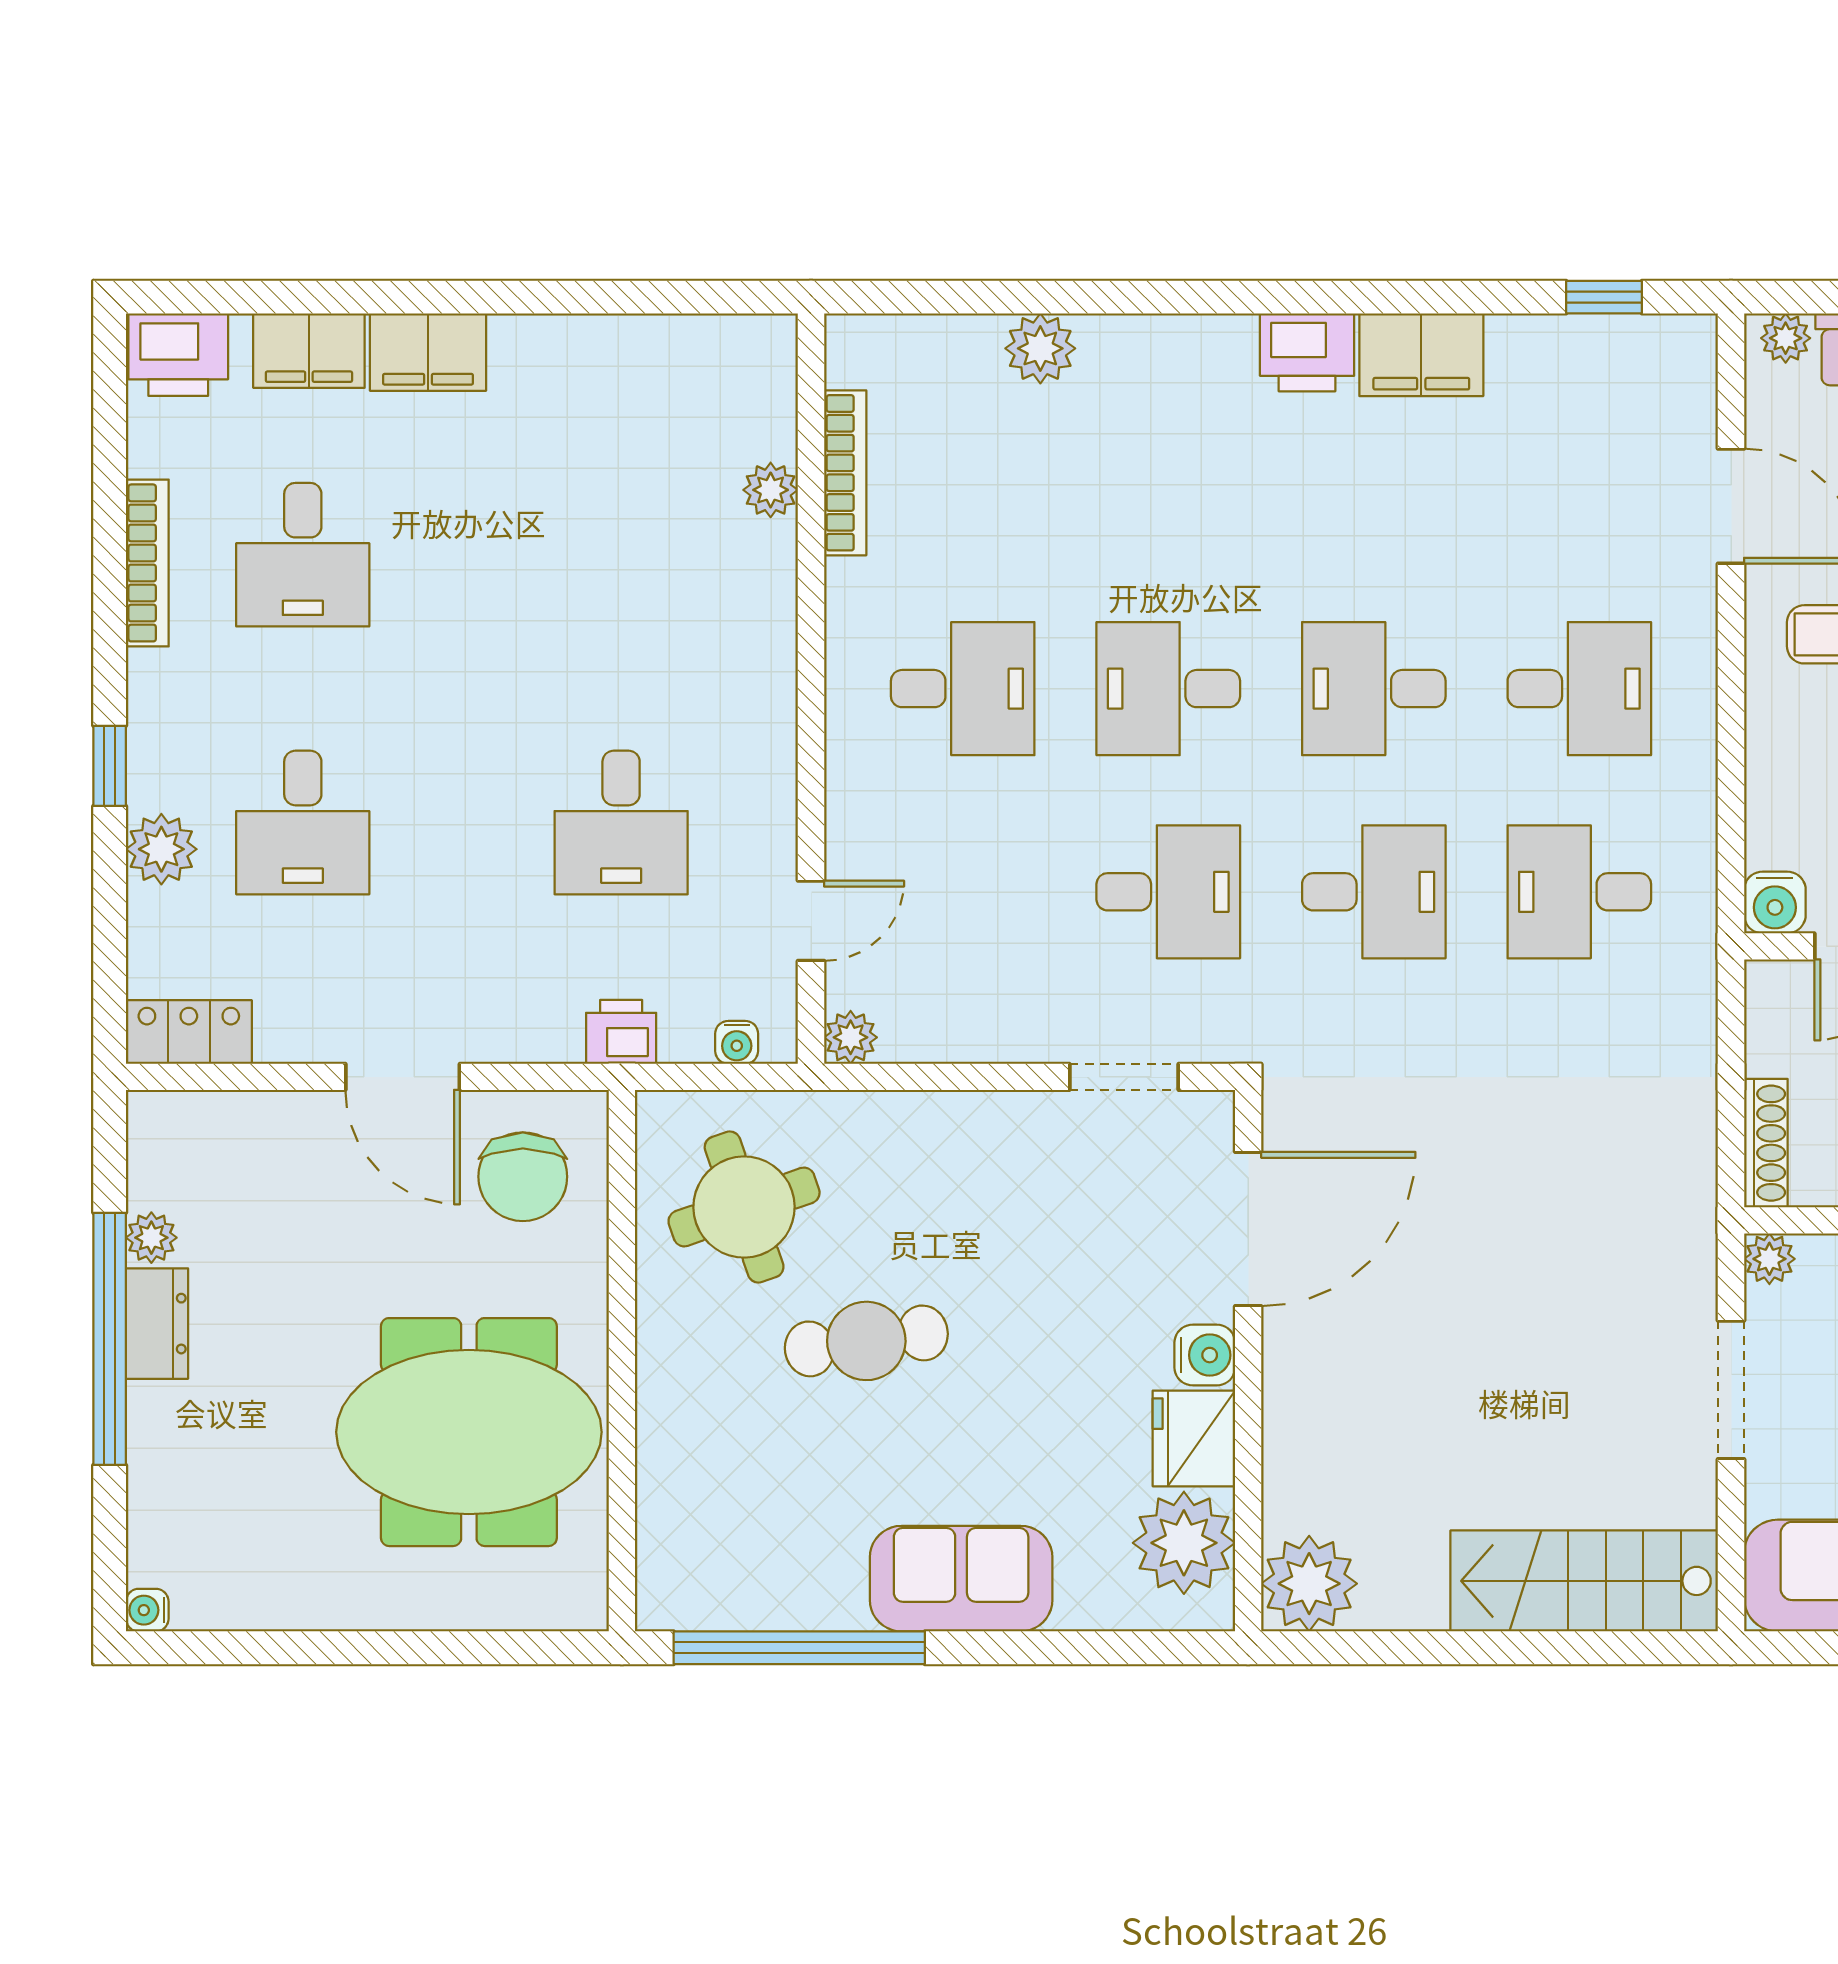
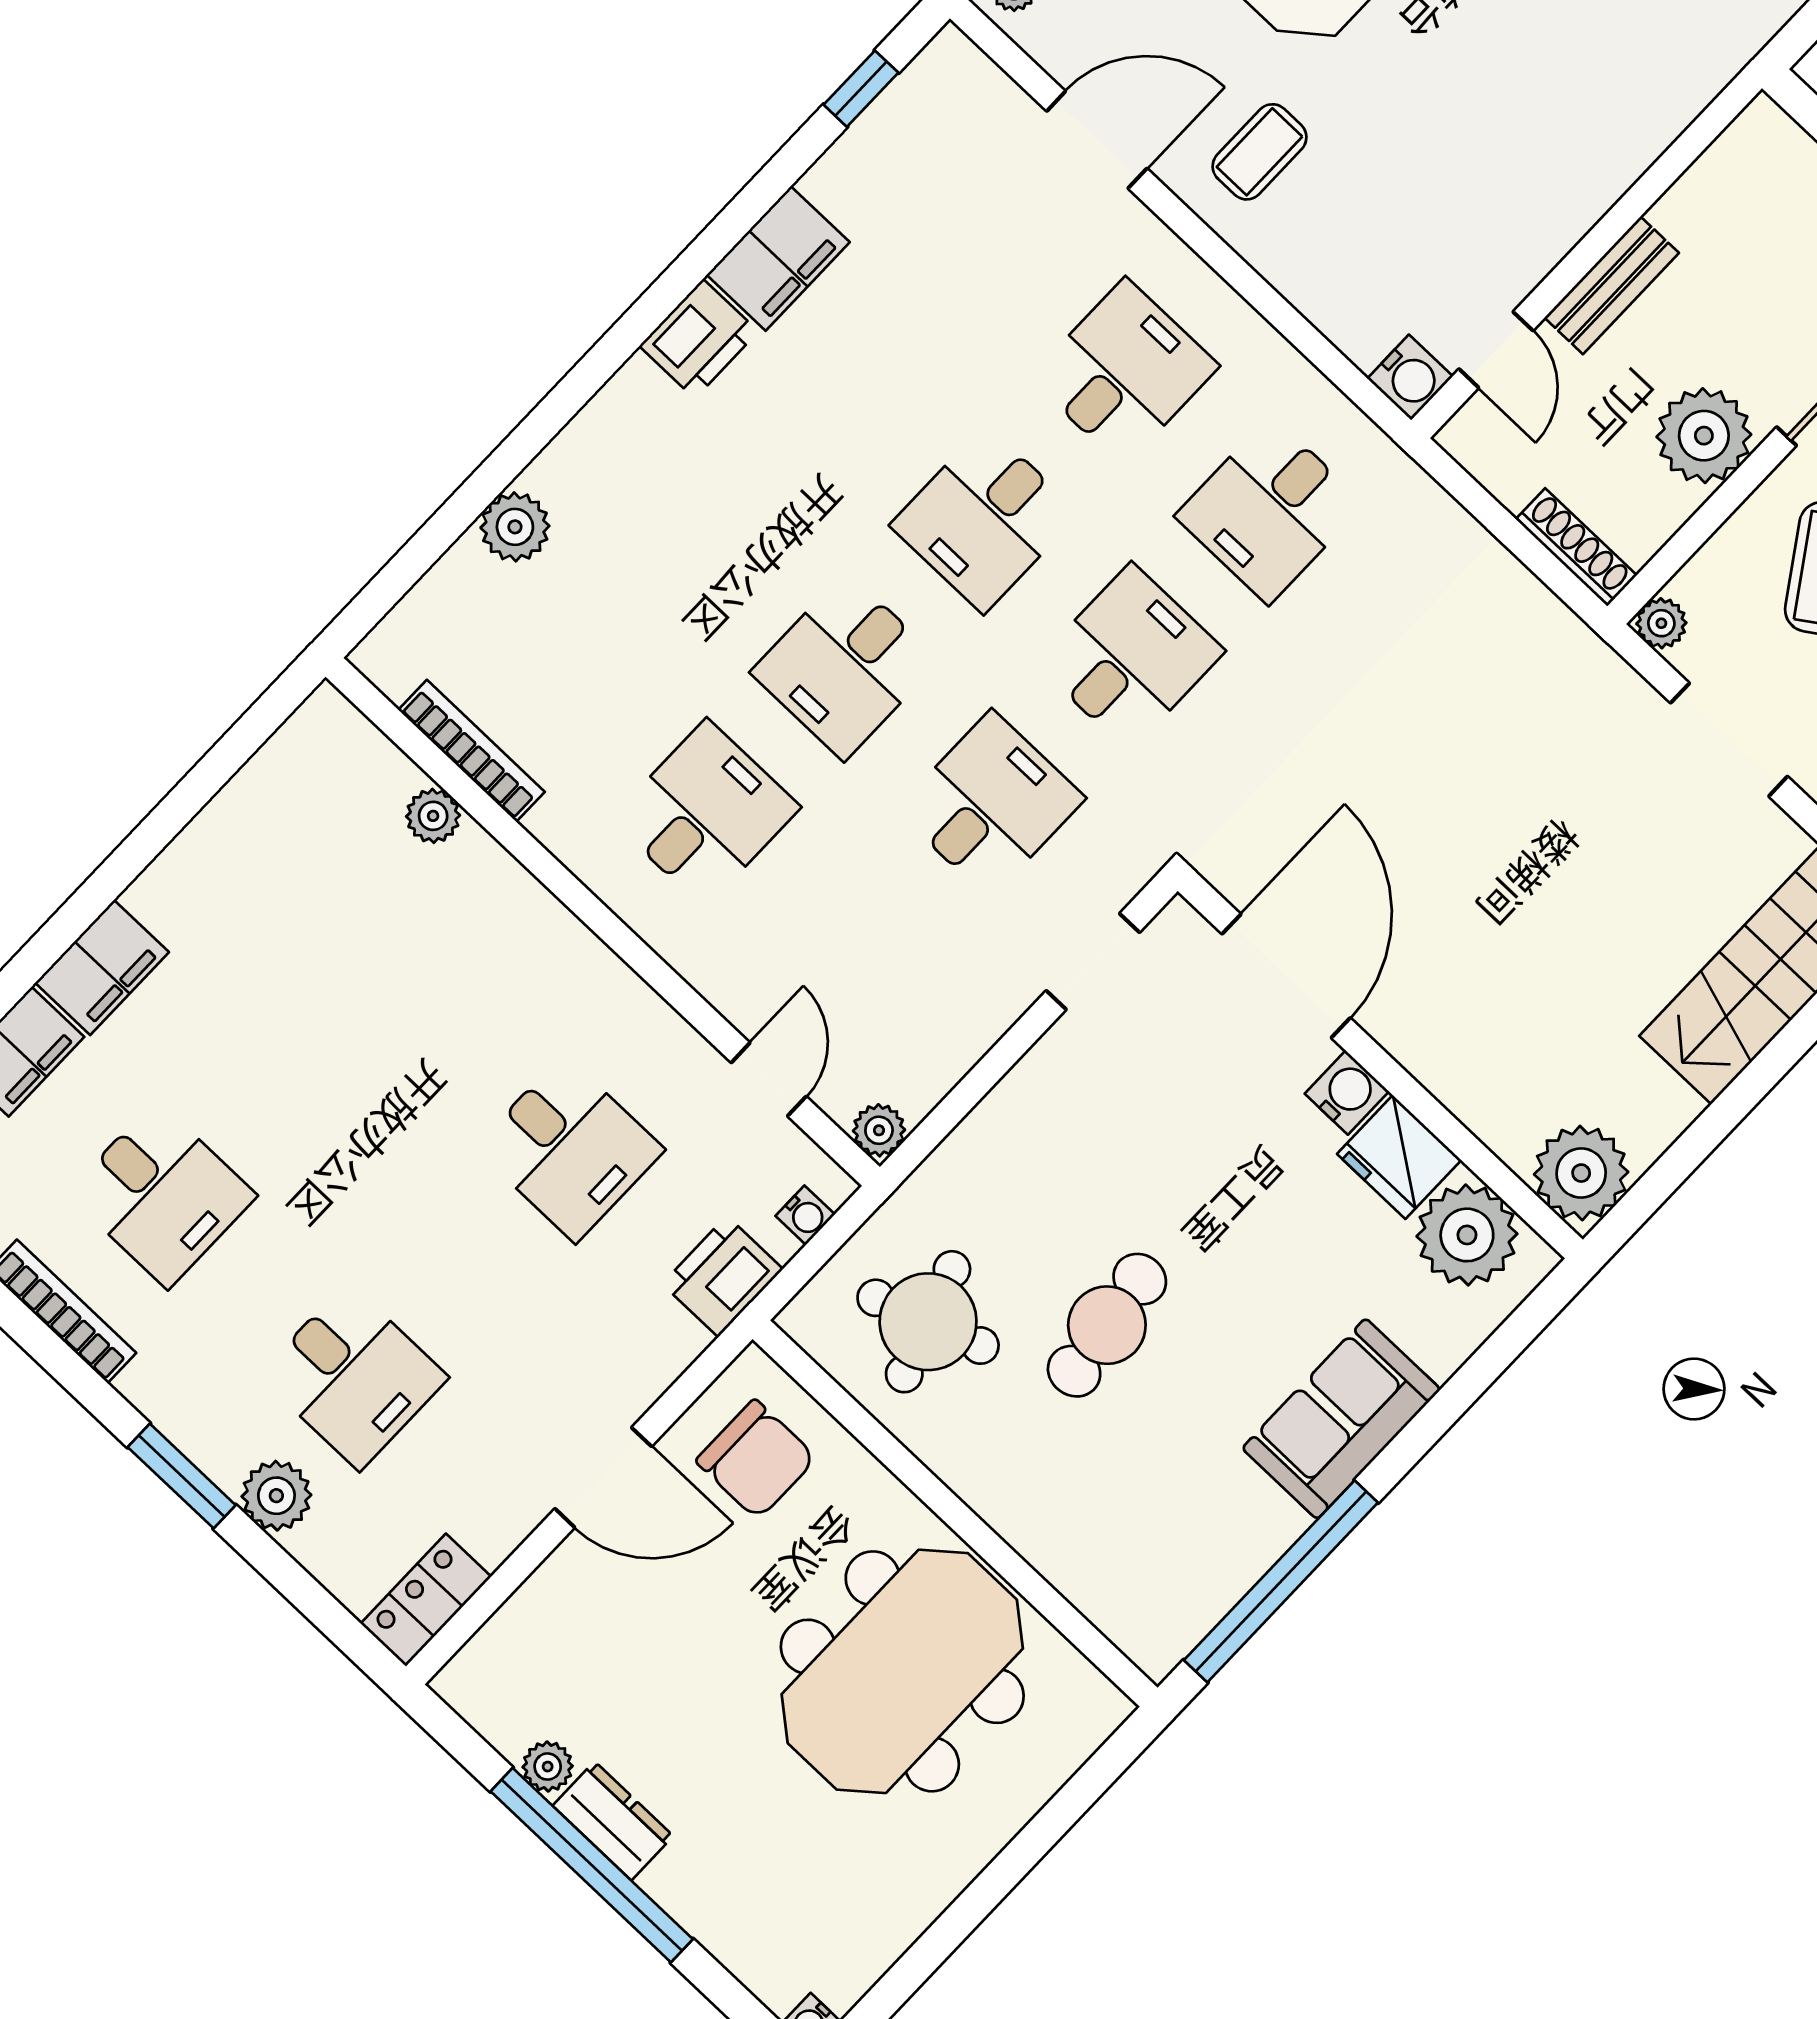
window: (110, 766) -> (182, 1476), width x1.50
printer: (621, 1032) -> (723, 1276), width x1.36, depth x1.24

